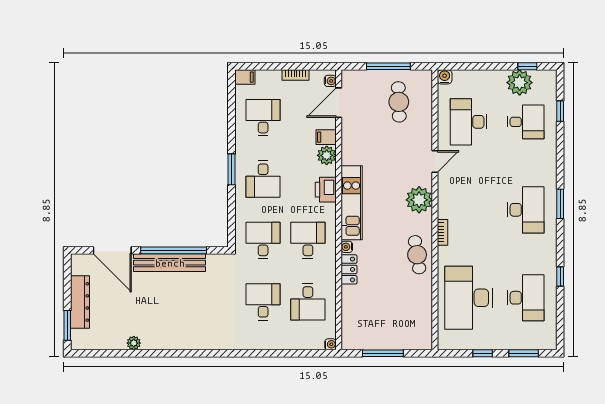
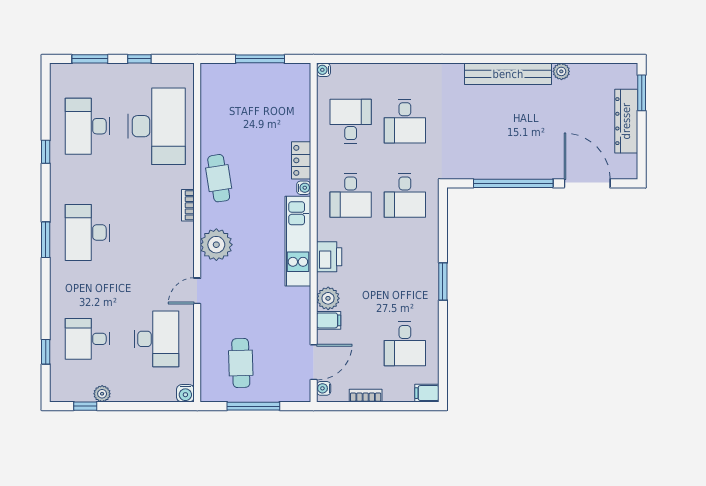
plant: (520, 83) -> (102, 394), width x0.53, depth x0.53
desk: (263, 179) -> (405, 270), removed
bench: (170, 263) -> (508, 74), moved

